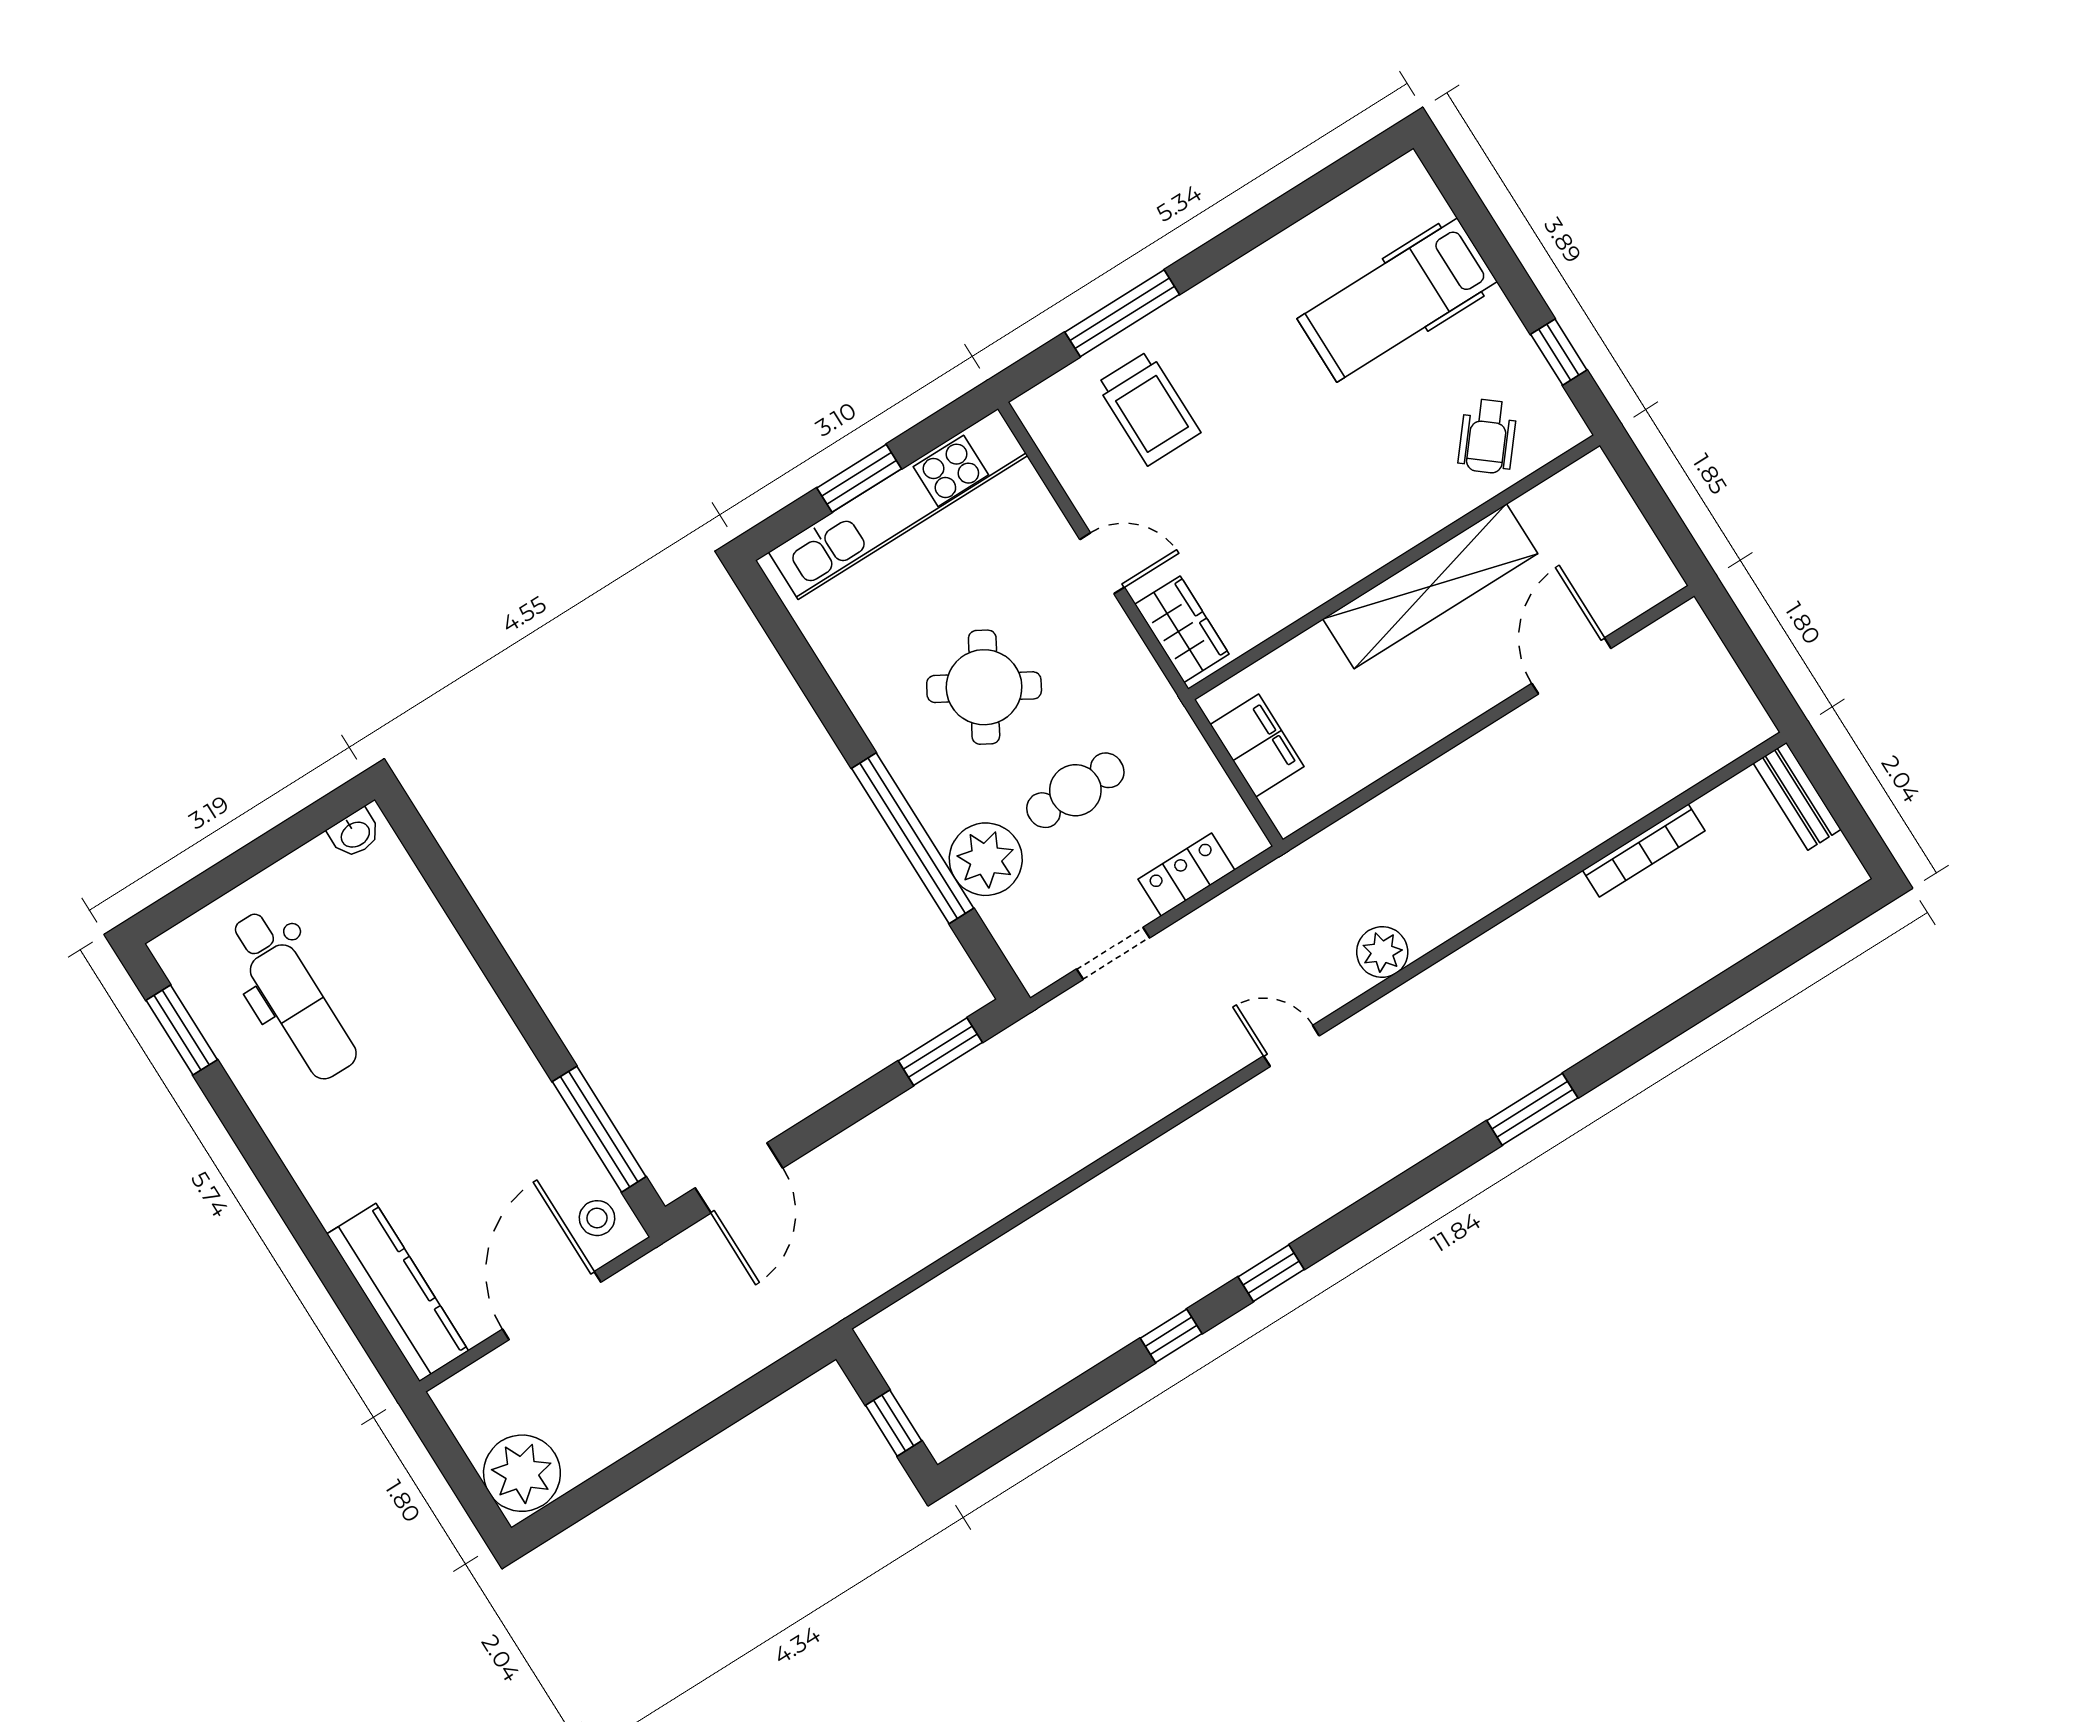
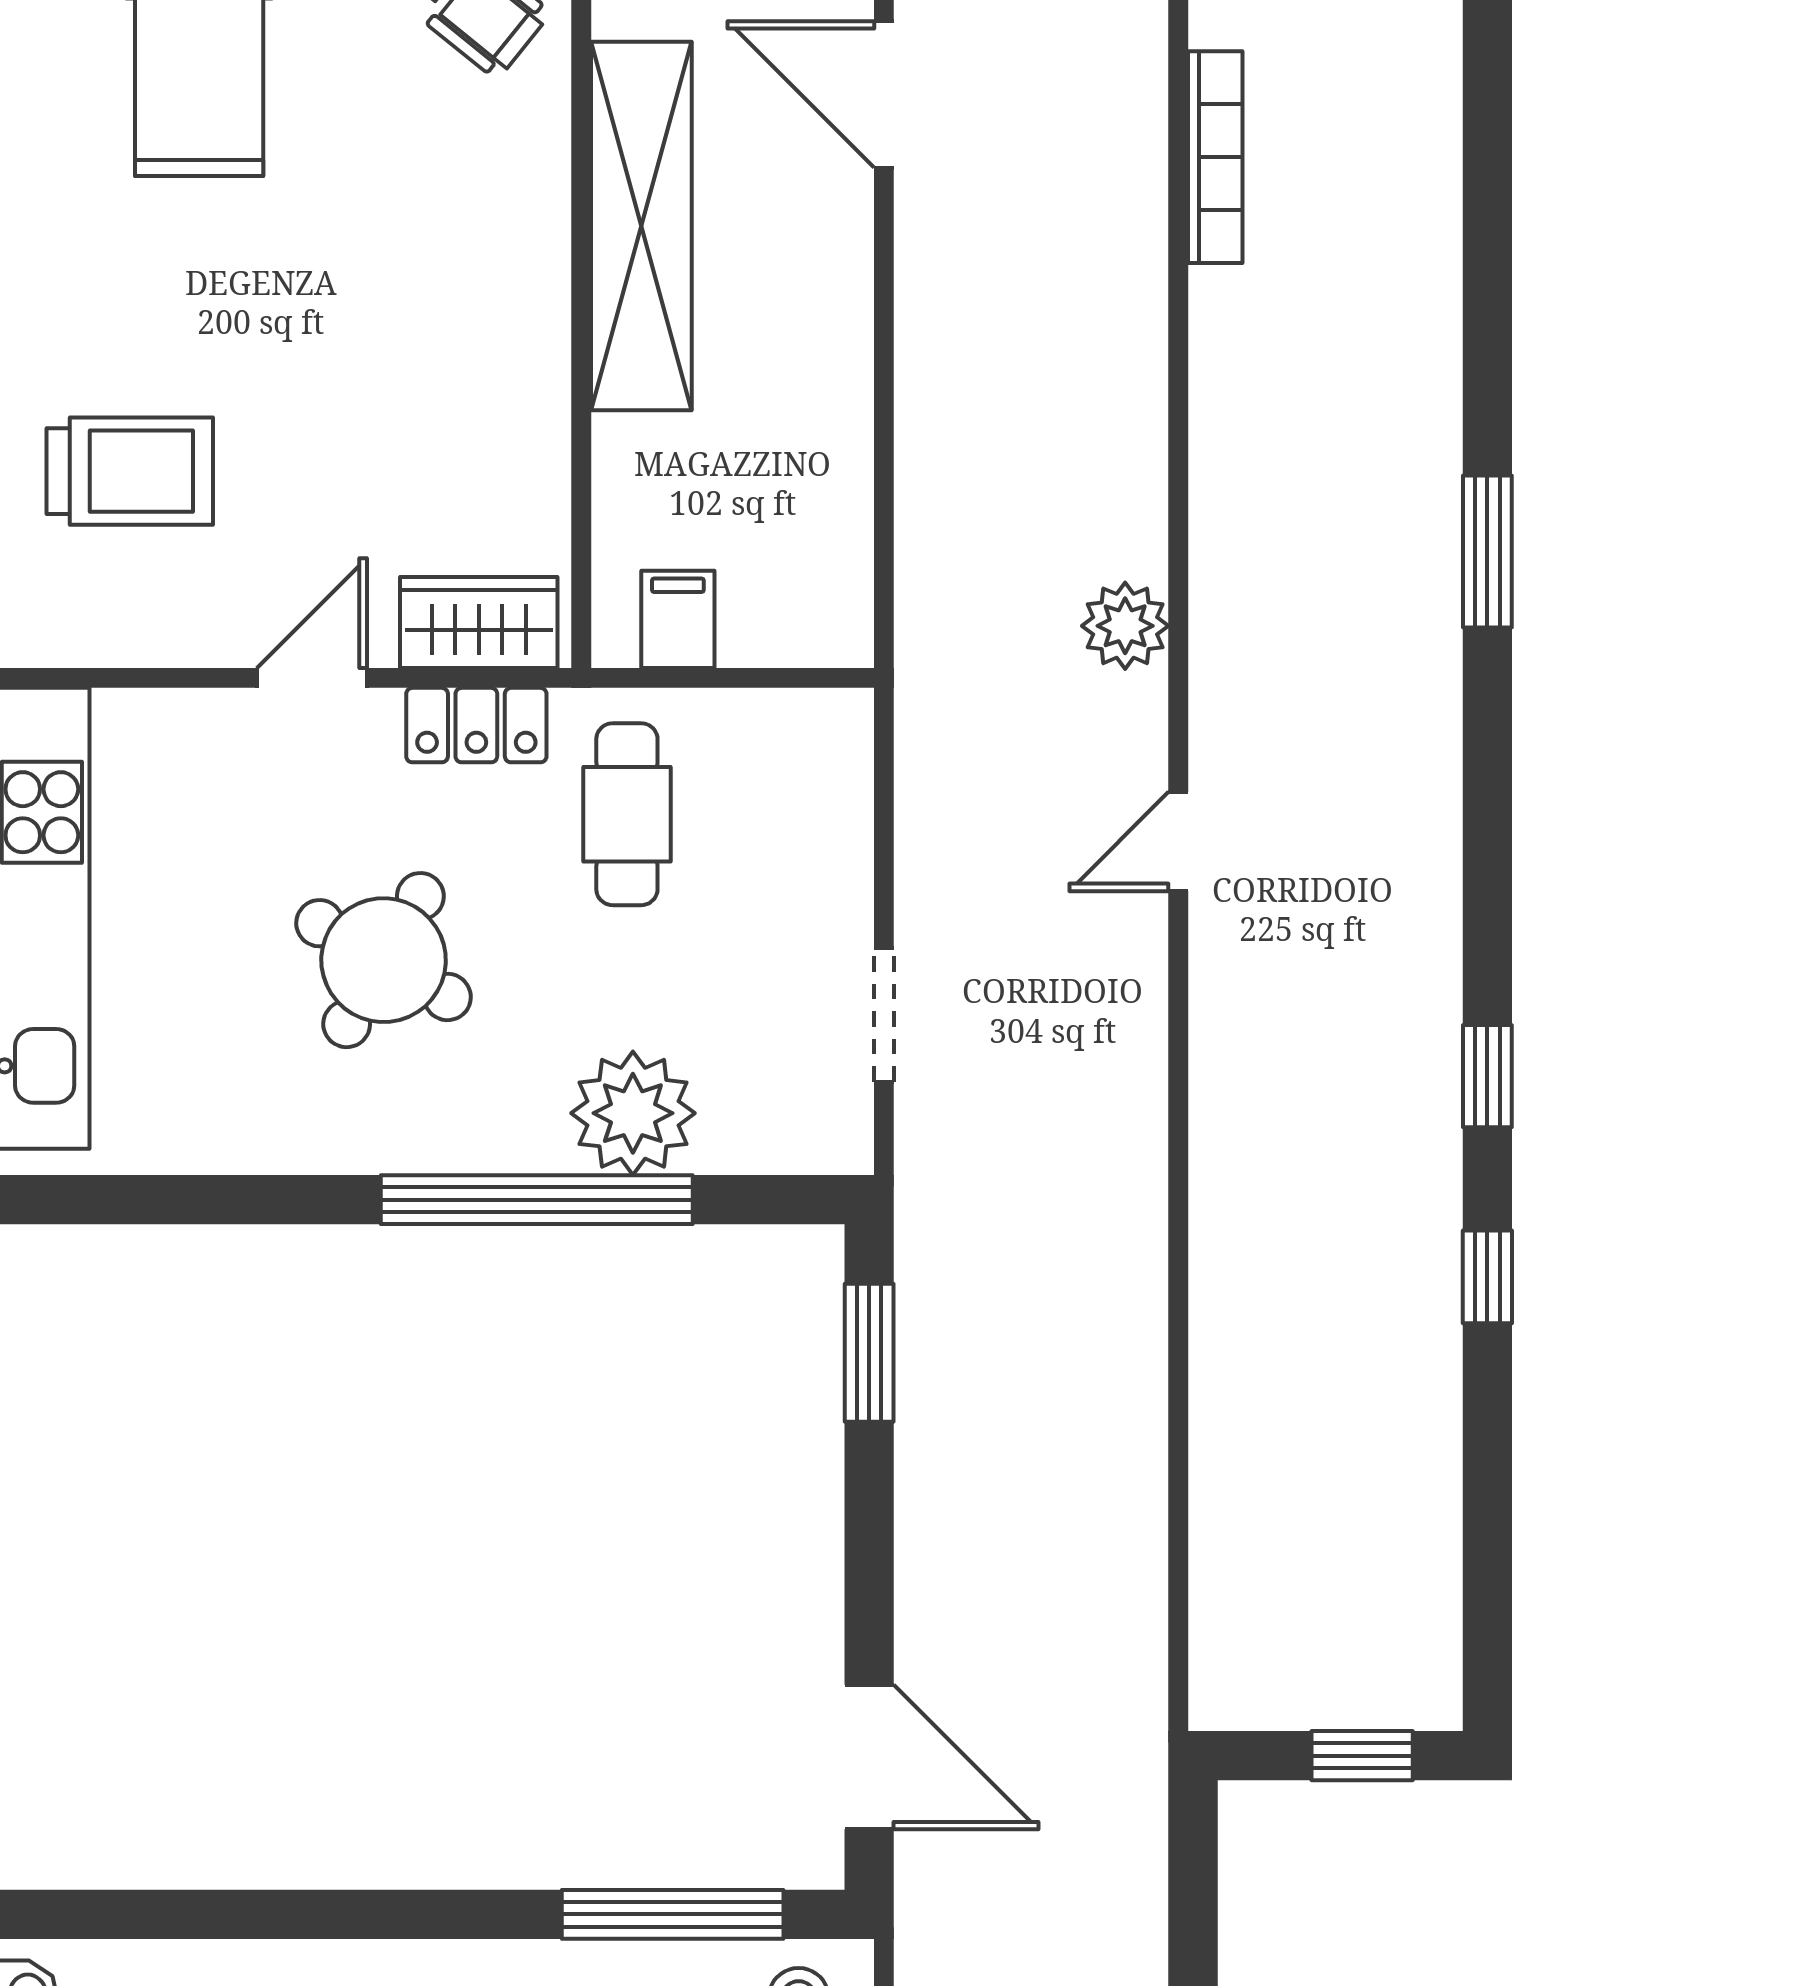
filing cabinet: (1257, 746) -> (678, 619), width x0.50
cafe table: (1075, 790) -> (627, 814), moved
locker: (1186, 875) -> (476, 725), moved, turned -90

